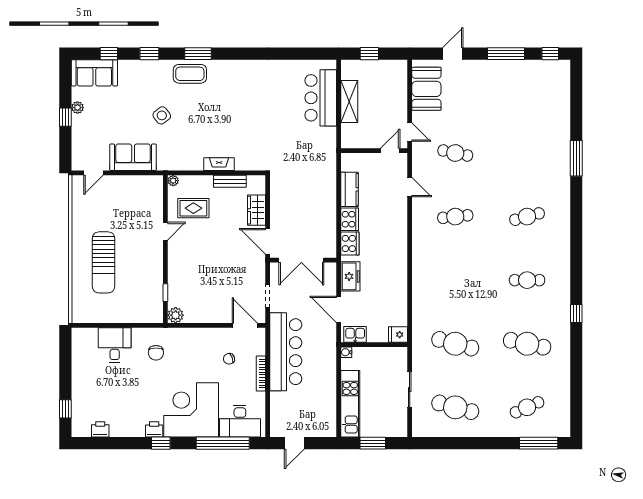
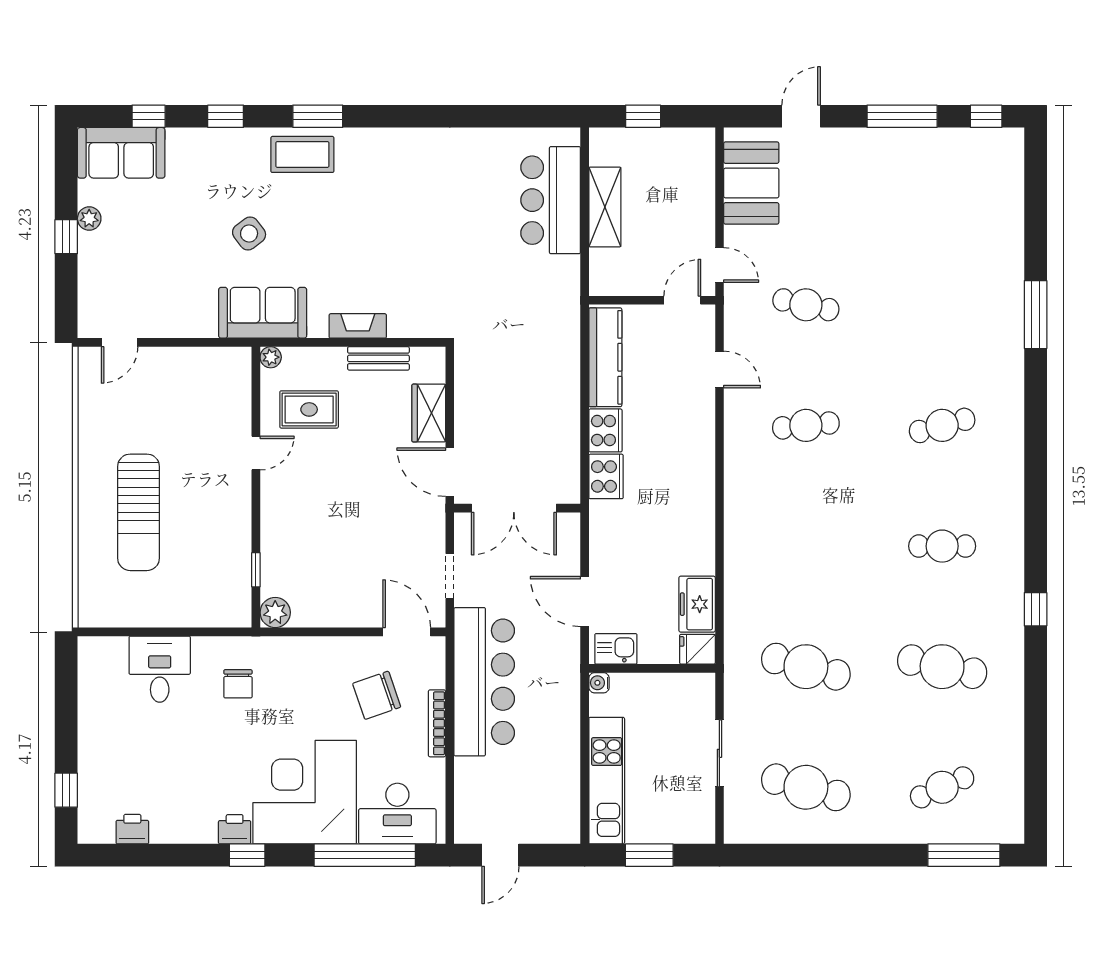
sofa: (133, 157) -> (263, 313), moved
kitchen counter: (350, 189) -> (605, 357), width x1.50
freezer: (350, 276) -> (697, 604), moved, turned 180
chair: (229, 359) -> (377, 695), width x1.87, depth x1.87

